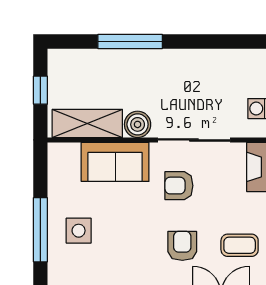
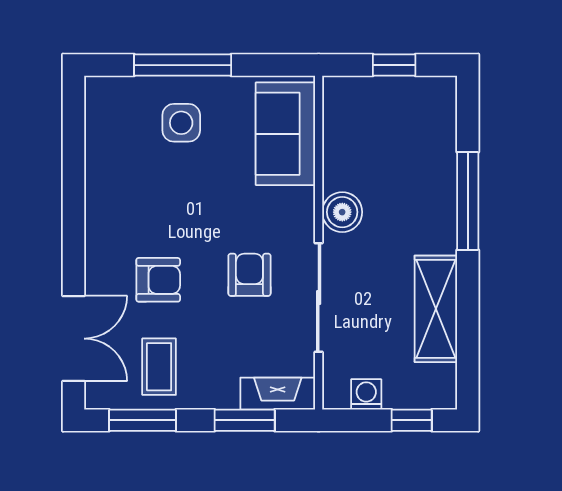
shelving: (87, 124) -> (436, 309), moved
sofa: (115, 162) -> (285, 134), moved

